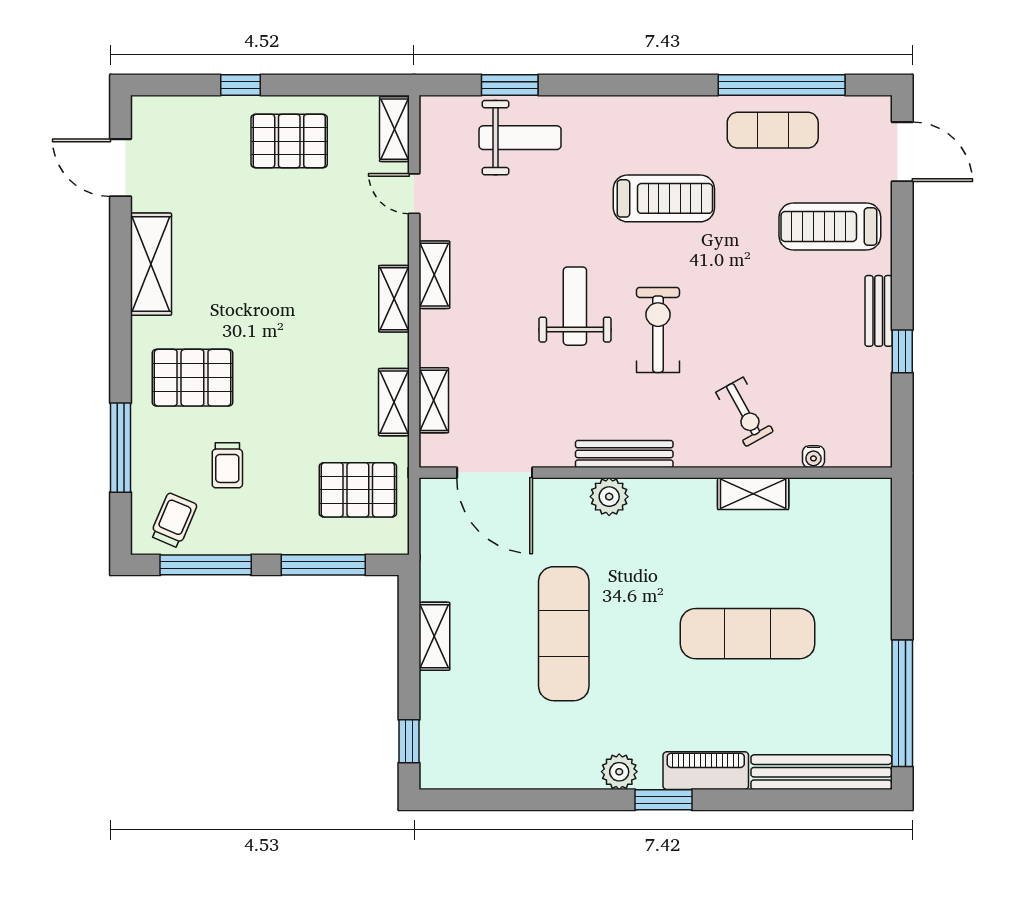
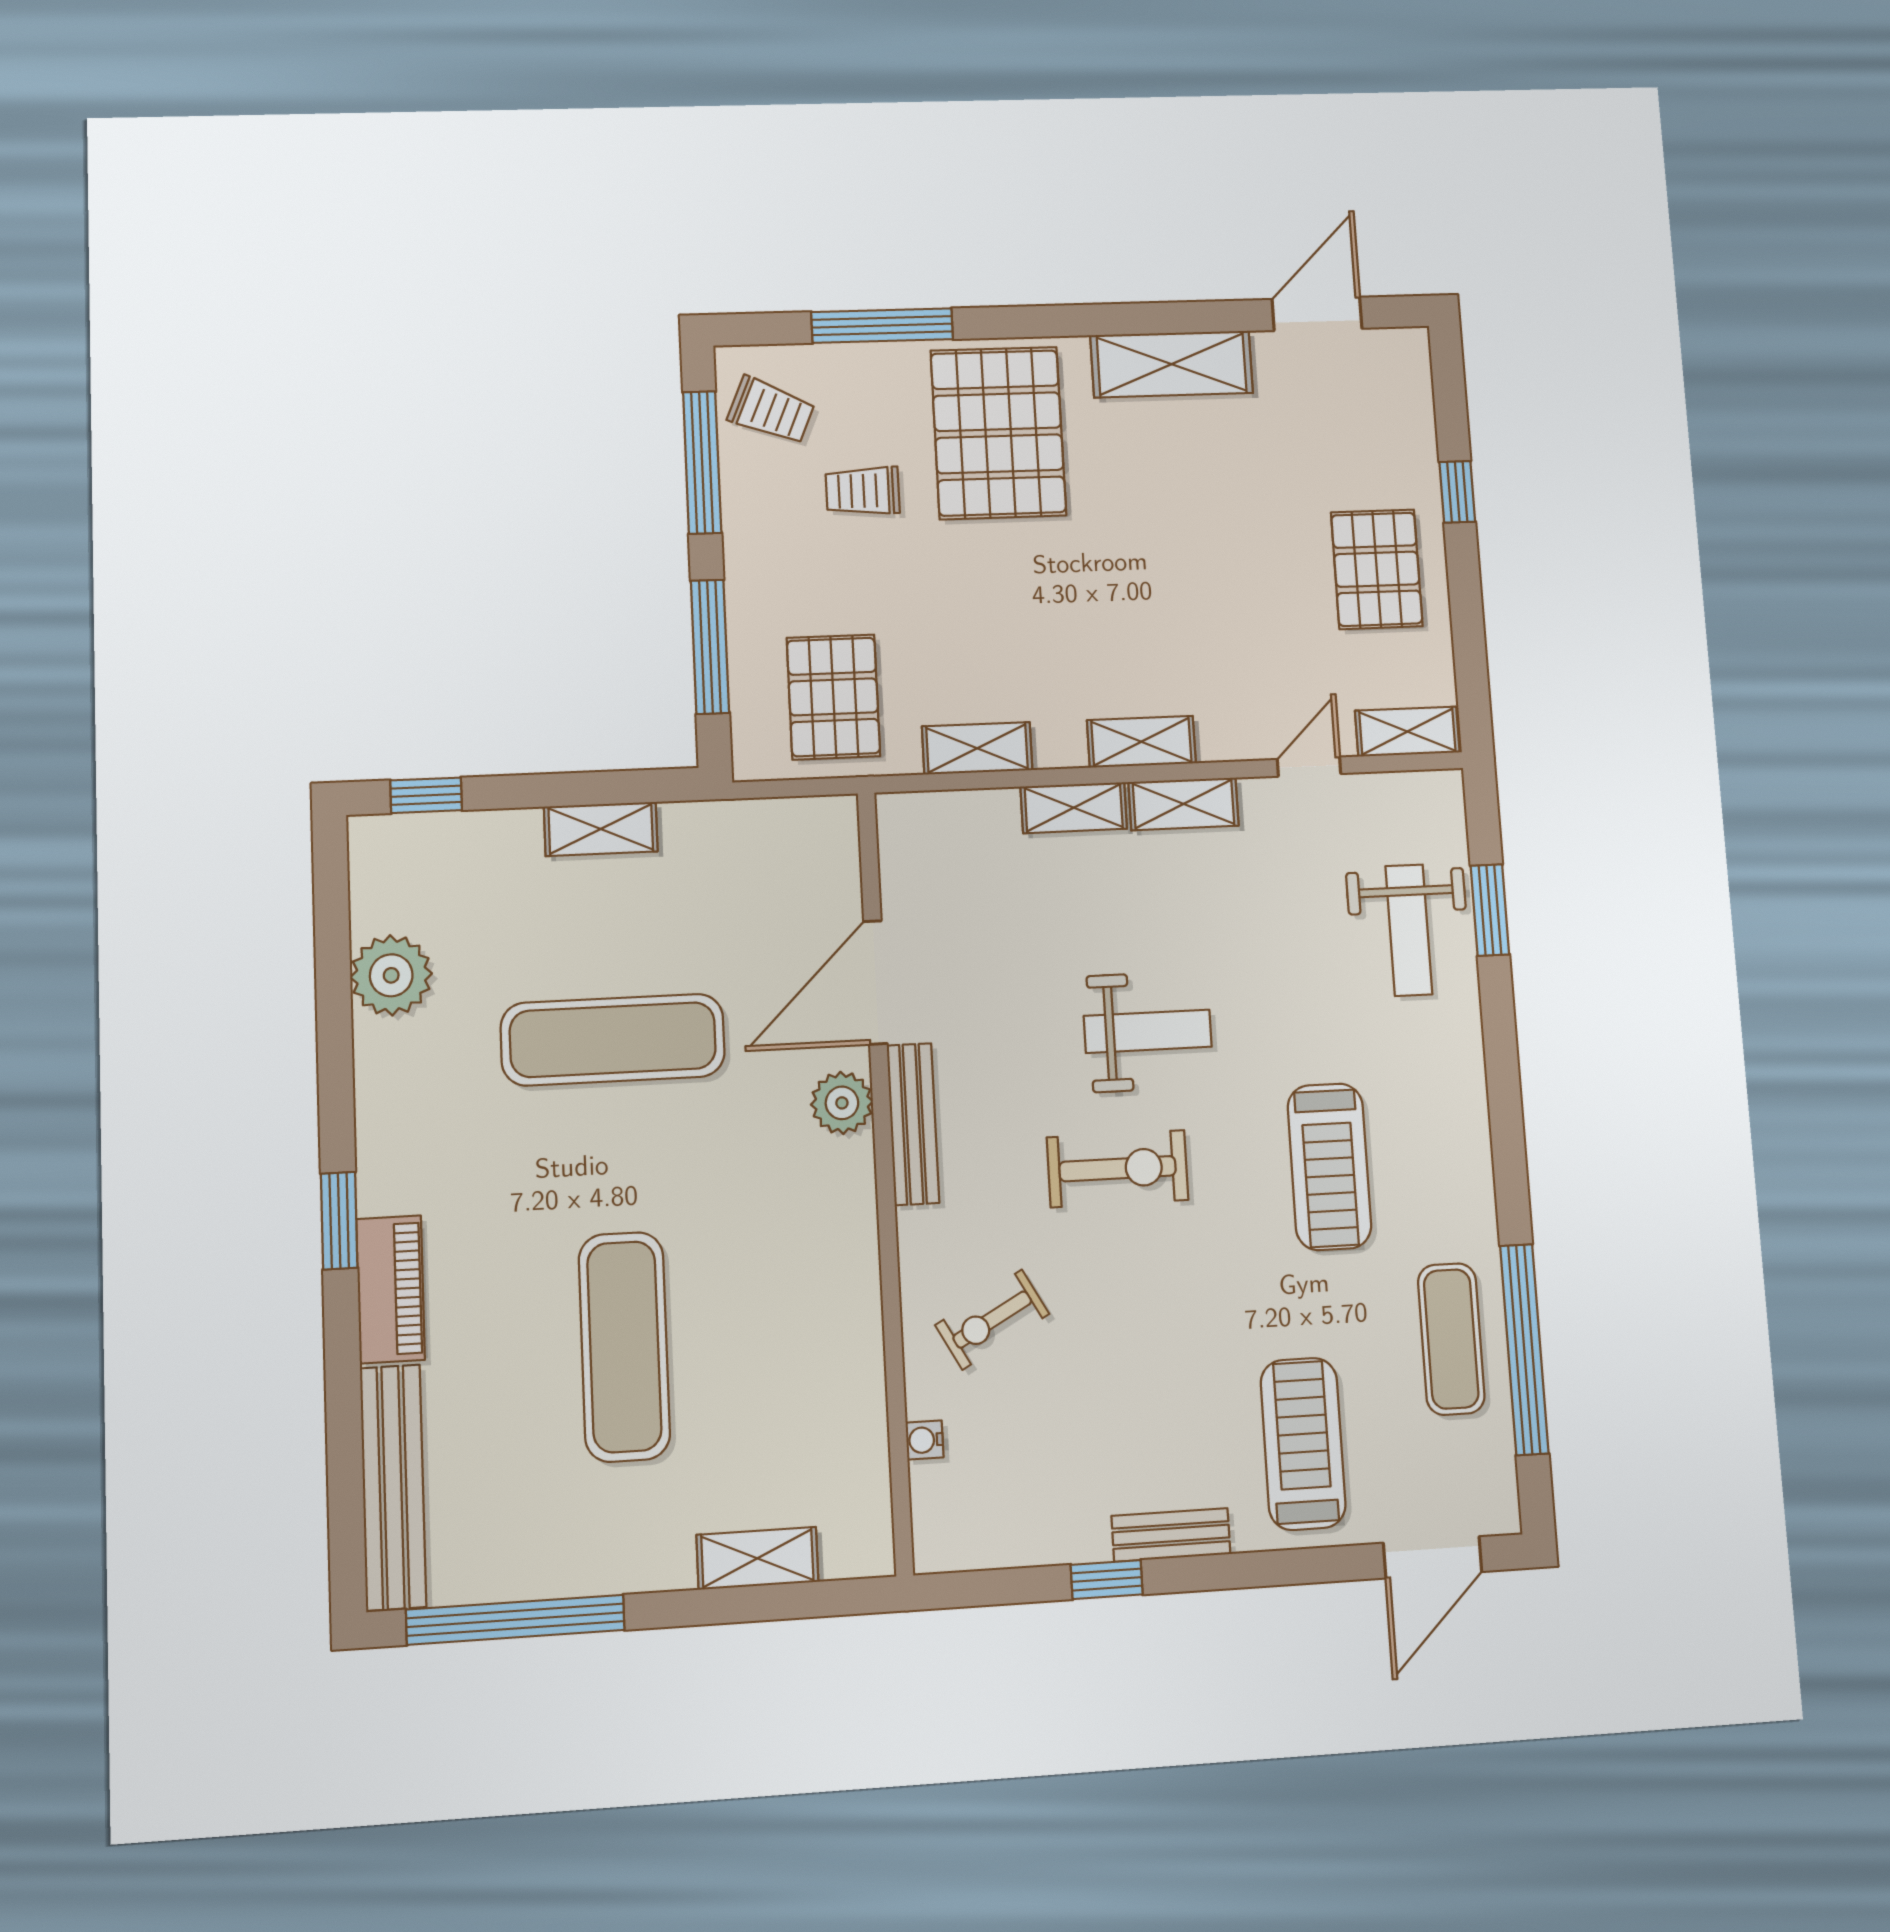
pallet: (192, 378) -> (998, 433), width x1.37, depth x1.41
shelving: (434, 400) -> (1074, 808), moved
door: (495, 473) -> (875, 982), moved
shelving: (753, 494) -> (757, 1558), moved, turned 90
plant: (619, 772) -> (391, 975), moved, width x1.36, depth x1.36

